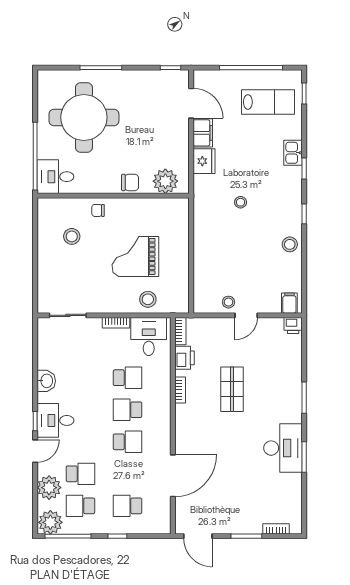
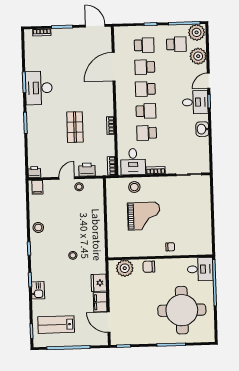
stool: (72, 236) -> (188, 229), removed
printer: (185, 358) -> (87, 170), moved, turned 90
school desk: (80, 474) -> (145, 67), moved

